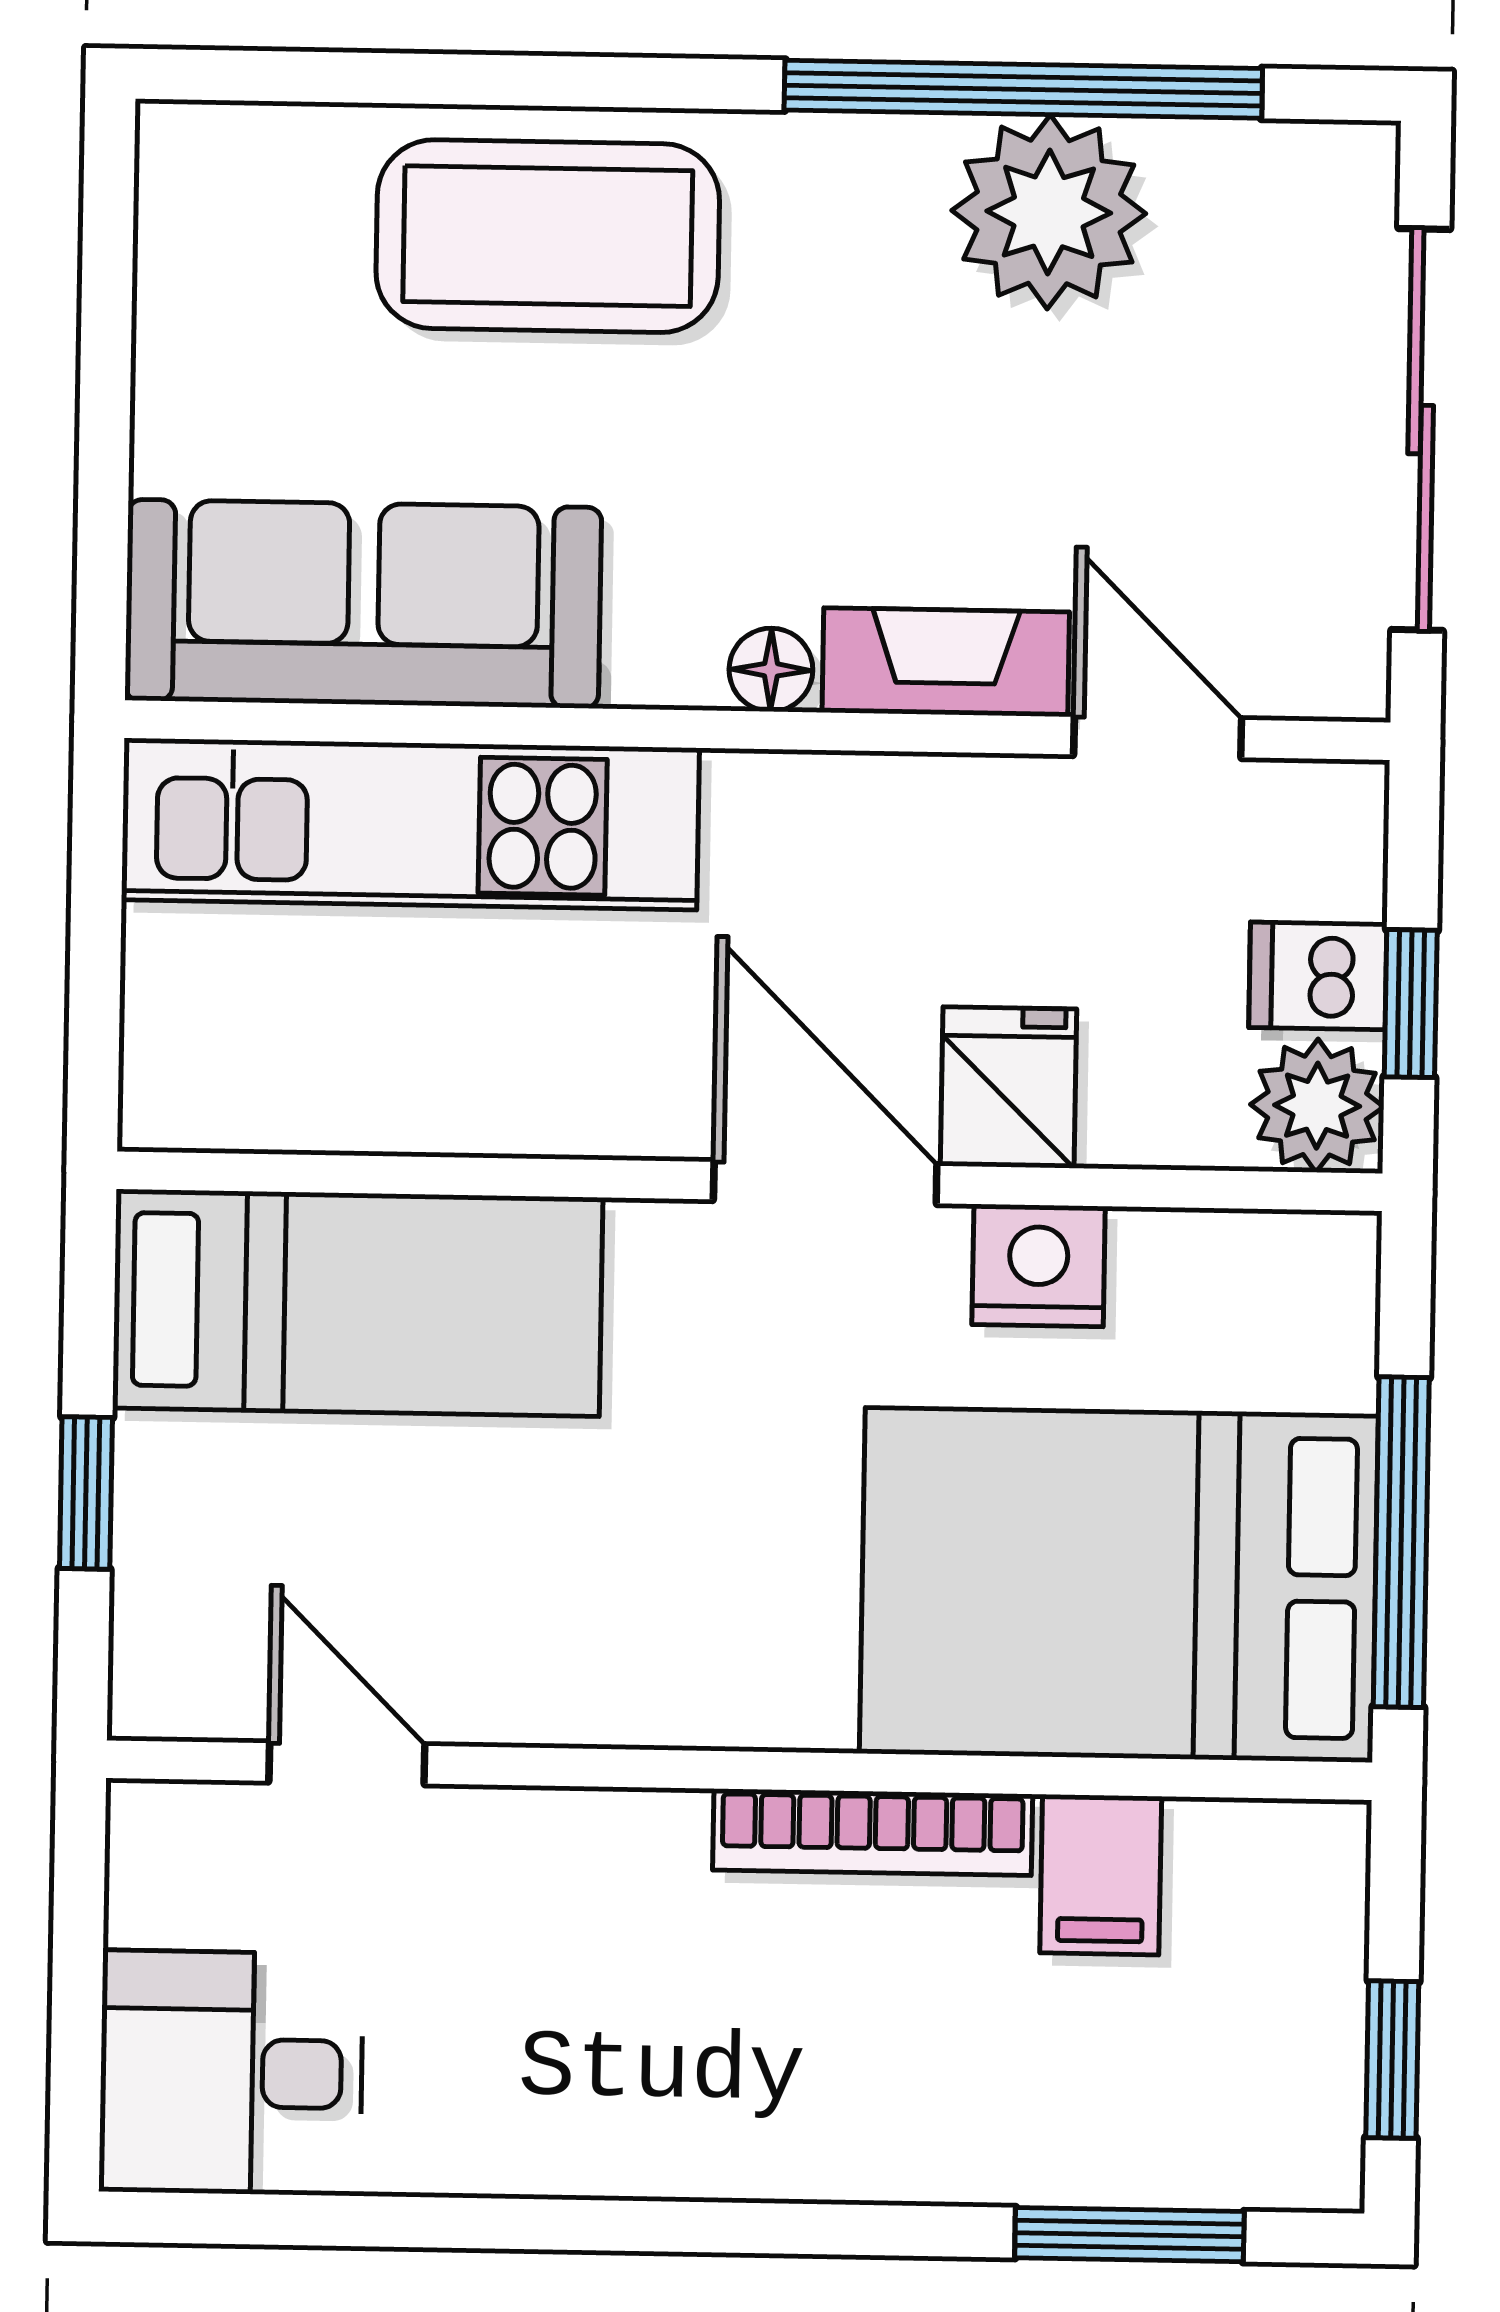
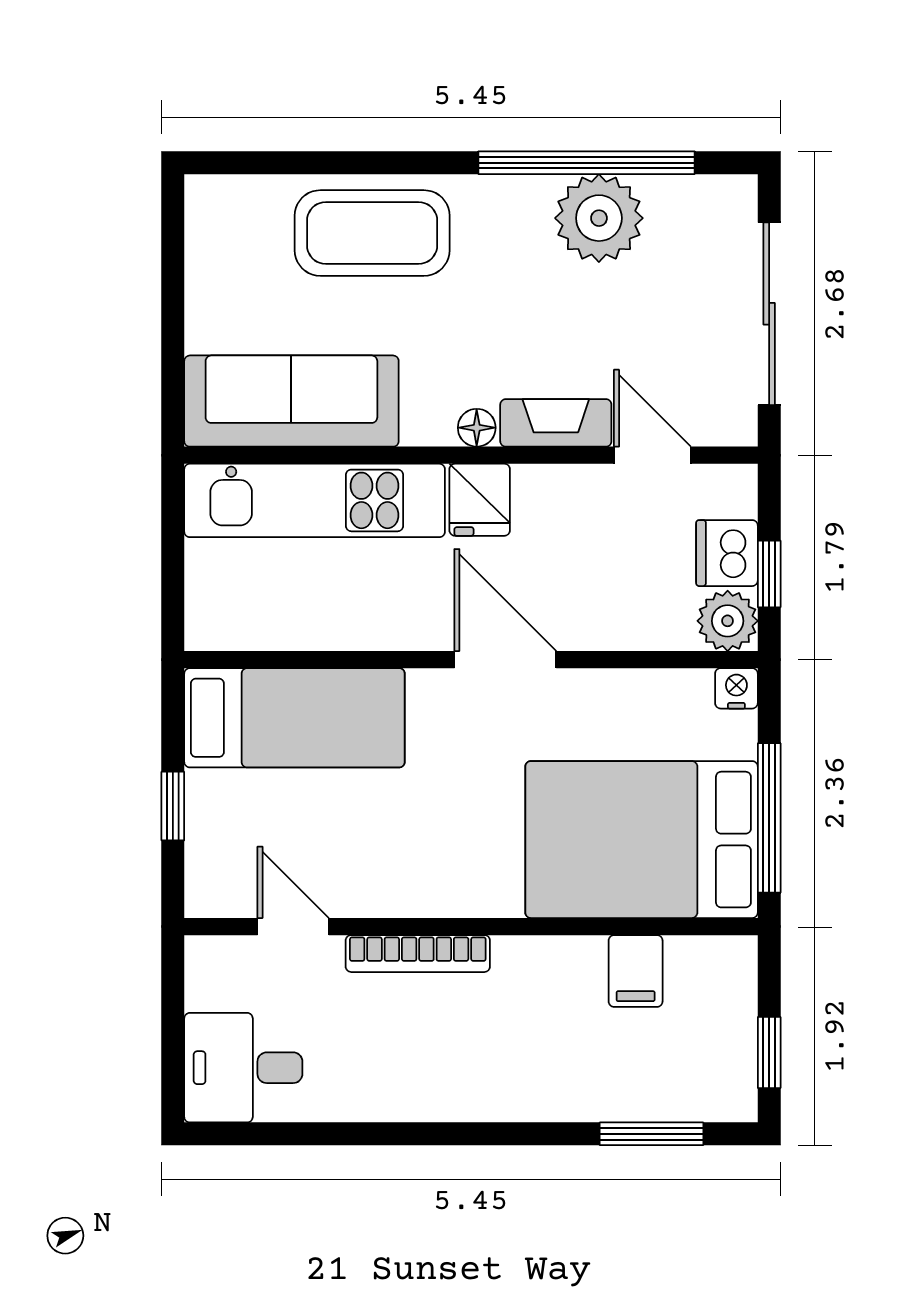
dishwasher: (1318, 976) -> (727, 553), width x1.38
fridge: (1008, 1087) -> (480, 500), moved, turned 180
nightstand: (1039, 1265) -> (736, 688), moved, width x0.72, depth x0.74
bookcase: (873, 1832) -> (418, 954), moved

